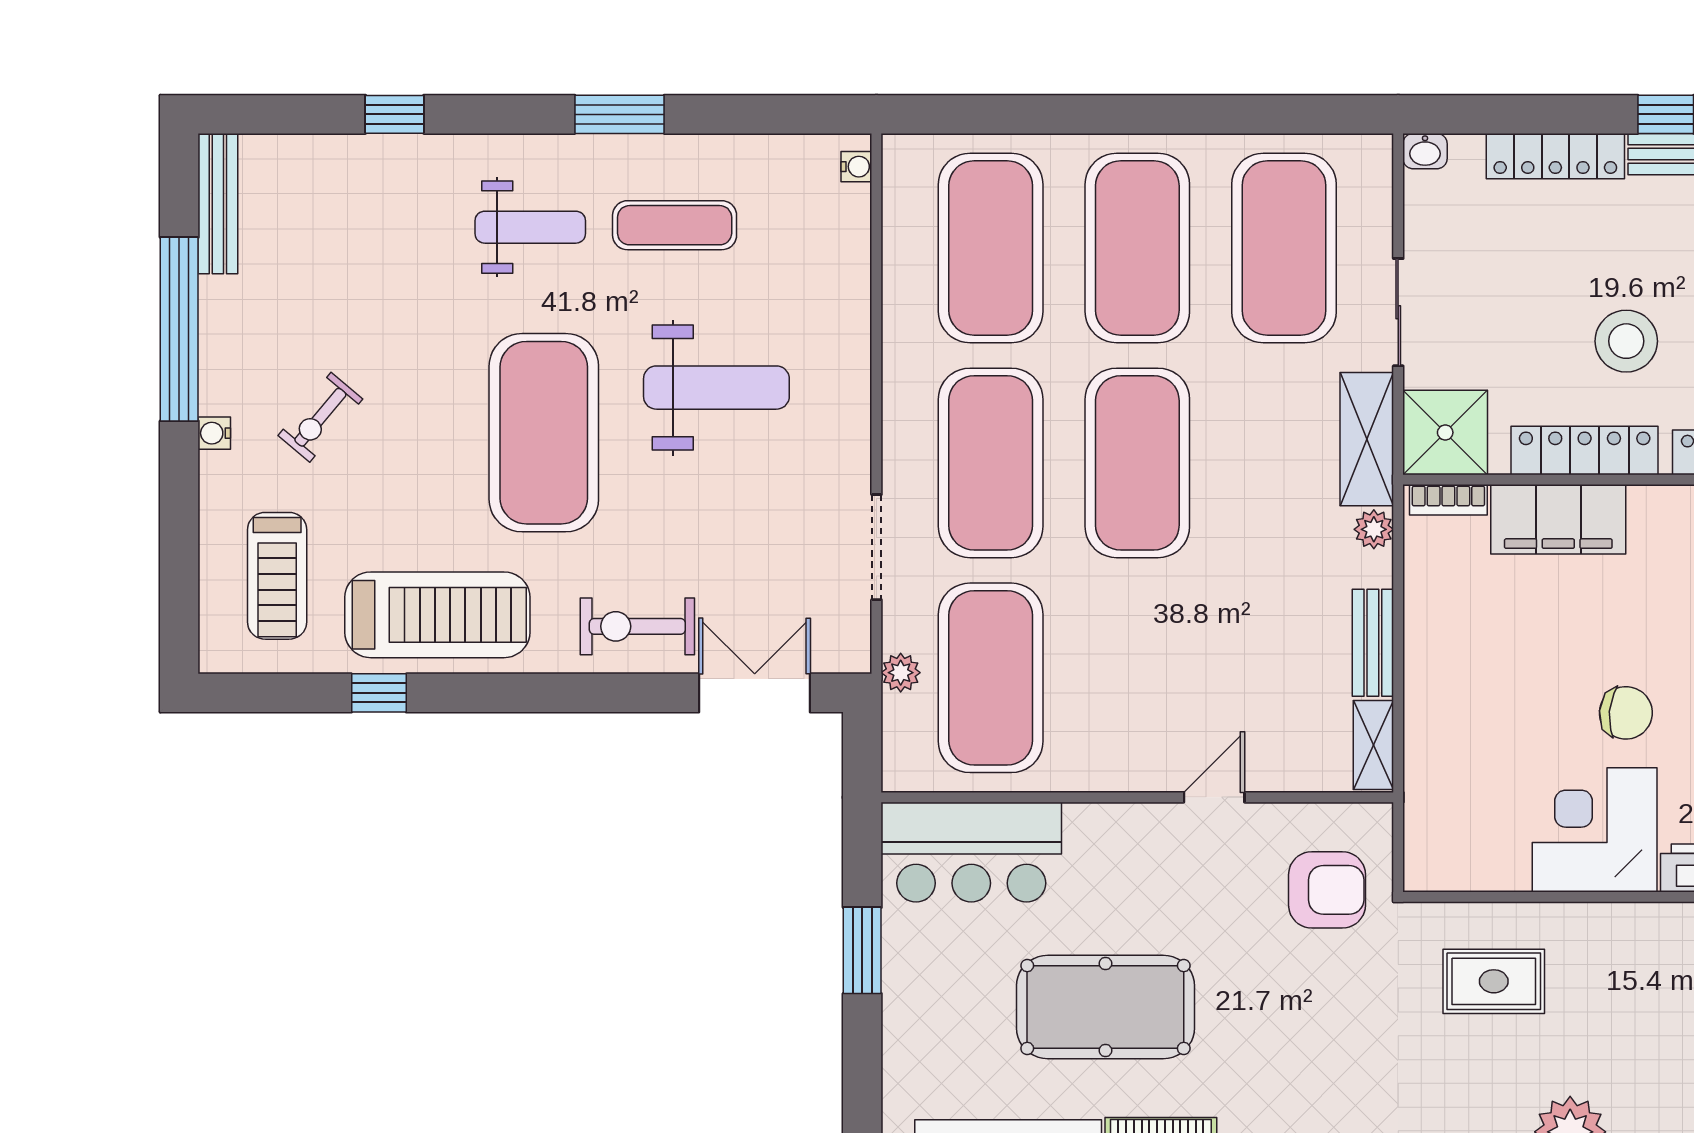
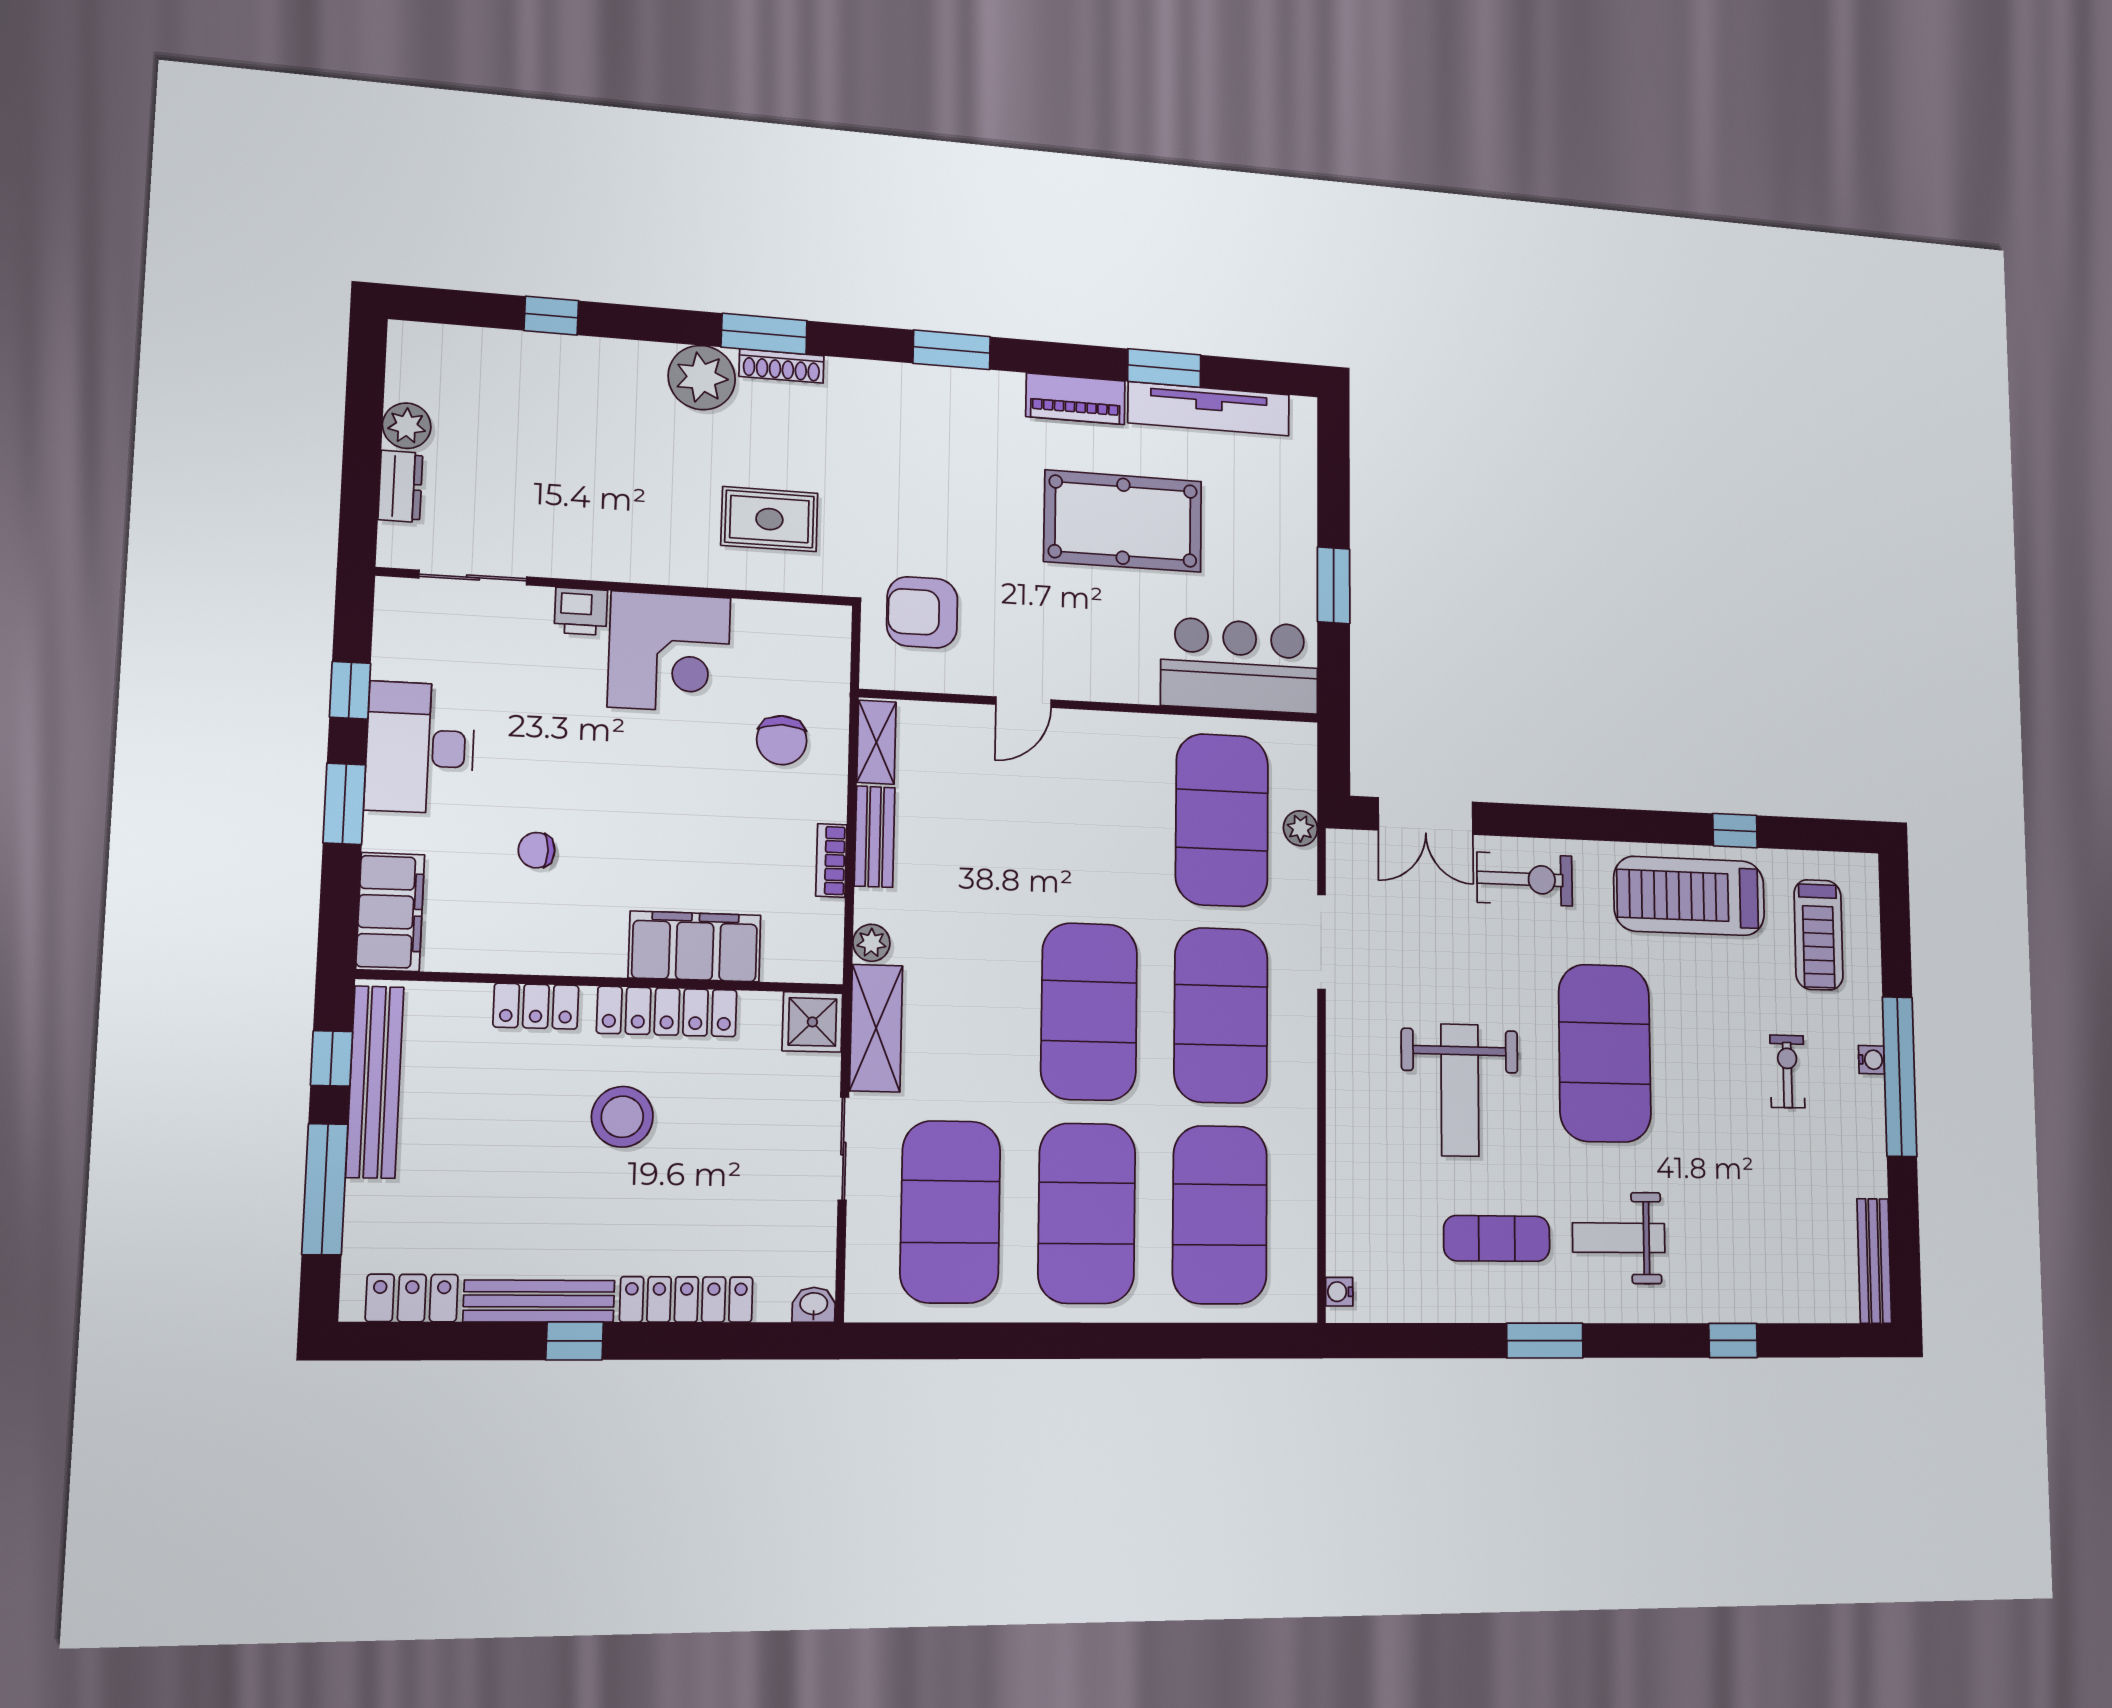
window: (179, 329) -> (1900, 1077), moved
weight bench: (716, 388) -> (1460, 1090), turned -90
exercise bike: (320, 417) -> (1787, 1071), turned -40
shower: (1445, 432) -> (812, 1022), width x0.73, depth x0.73
bookcase: (1448, 500) -> (831, 860), moved, turned -90
treadmill: (277, 576) -> (1818, 935), turned 180
chair: (1626, 713) -> (782, 740), moved, turned -95

